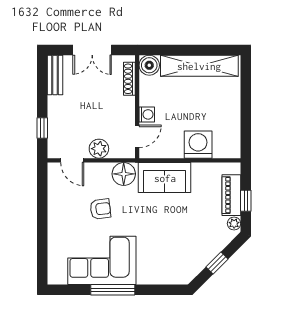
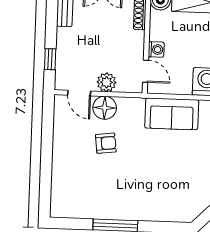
door: (137, 136) -> (146, 71), hinge flipped
floor lamp: (124, 174) -> (105, 108), moved
corner sofa: (102, 260) -> (105, 195), removed

